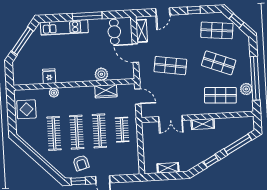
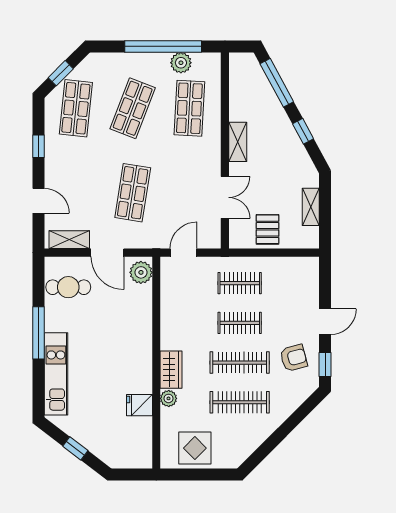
window: (22, 41) -> (75, 448), width x0.46
door: (135, 53) -> (107, 253), hinge flipped
plant: (101, 74) -> (141, 272), moved
wardrobe: (106, 91) -> (171, 370), moved
clothes rail: (99, 131) -> (240, 323), width x0.73
pallet: (154, 144) -> (267, 229), added

